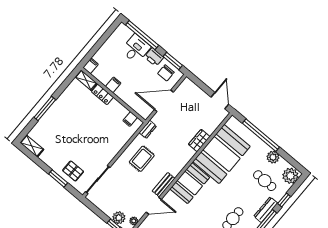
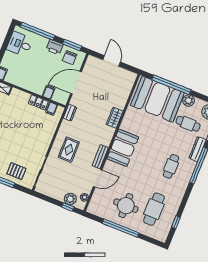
desk: (136, 49) -> (20, 44), moved, turned -90
filing cabinet: (113, 85) -> (49, 92), moved
locker: (102, 94) -> (38, 102), moved
door: (220, 101) -> (112, 61), moved
wardrobe: (199, 141) -> (115, 118), moved
booth: (221, 154) -> (157, 99), moved, turned 90
rug: (142, 159) -> (69, 150), moved

